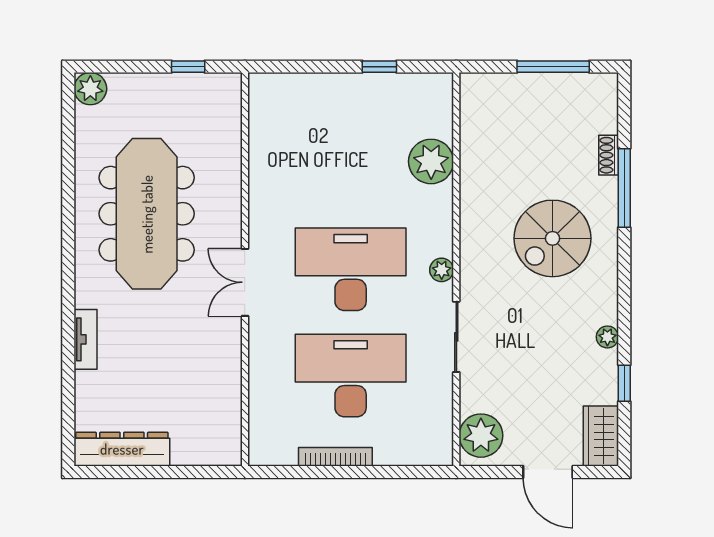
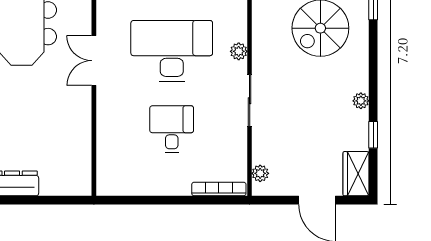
desk: (351, 375) -> (172, 129), width x0.53, depth x0.77
plant: (481, 436) -> (260, 173), width x0.53, depth x0.53
bookcase: (335, 457) -> (219, 189), moved

